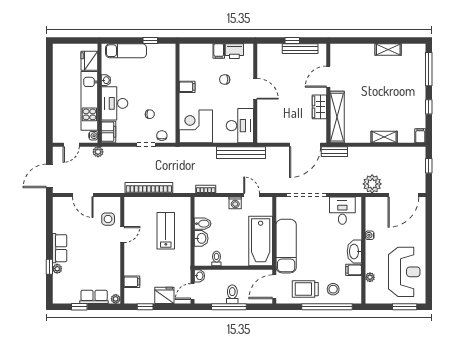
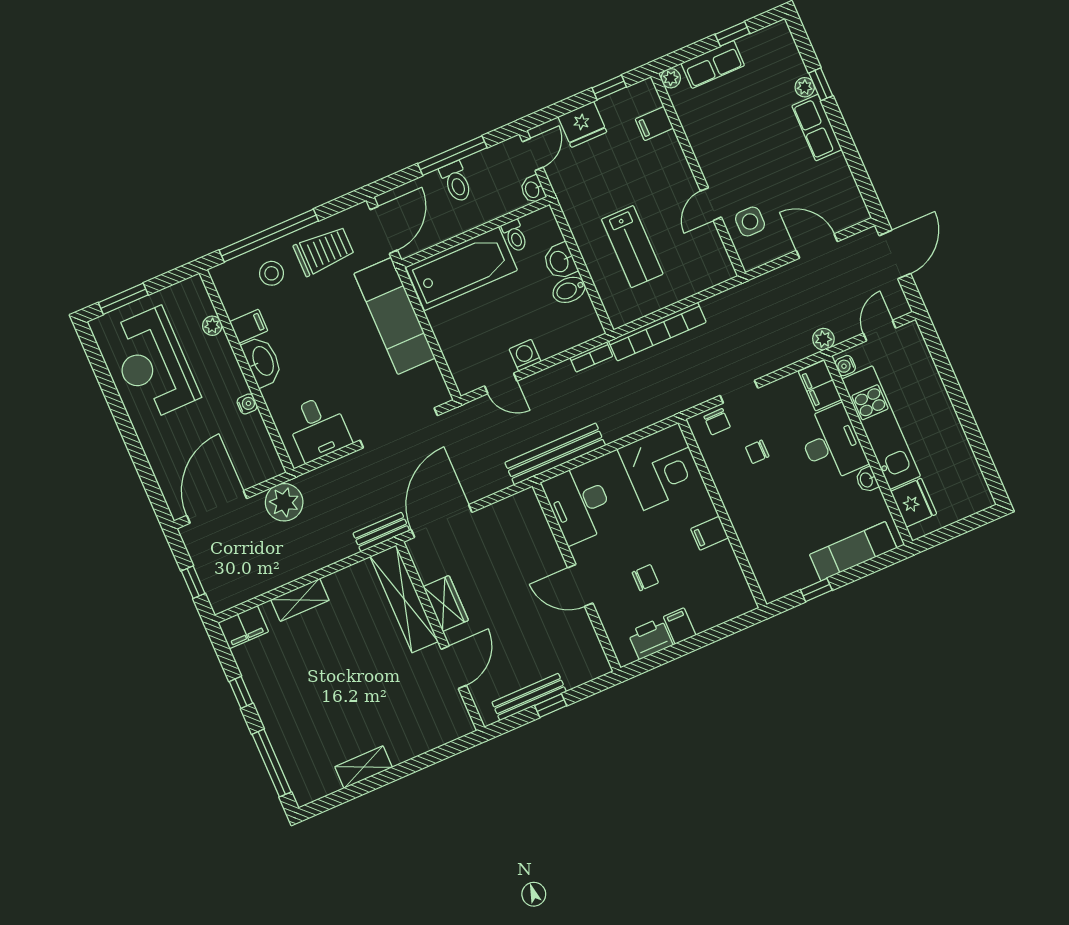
filing cabinet: (420, 136) -> (243, 627), width x2.00
bookcase: (149, 188) -> (657, 332), moved
bathtub: (261, 241) -> (461, 269), moved, turned 90

